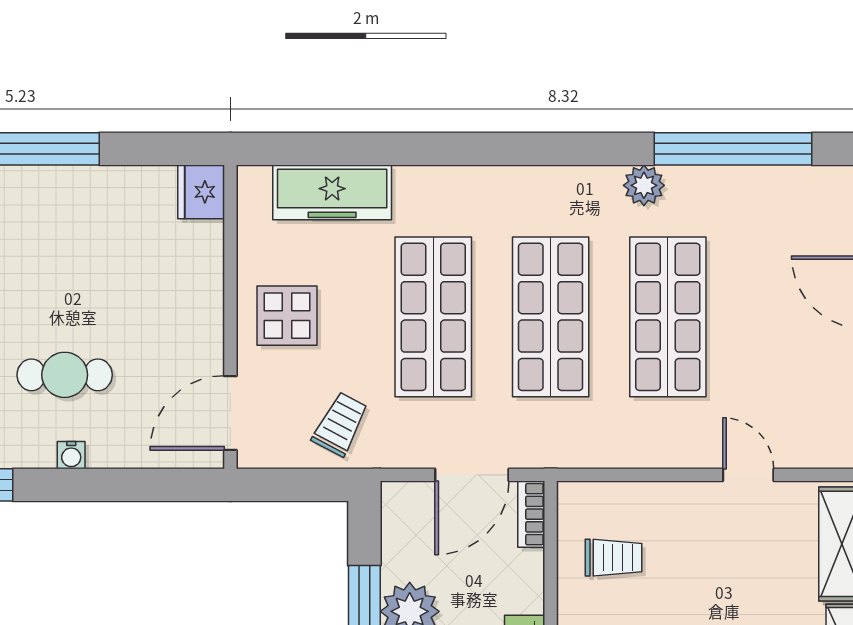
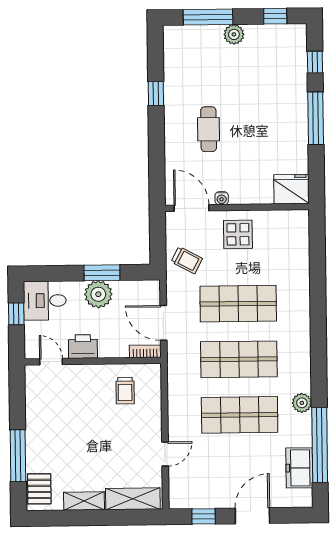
fridge: (201, 192) -> (291, 189), width x1.36, depth x1.34
freezer: (332, 192) -> (299, 468), moved, width x0.71
water cooler: (71, 455) -> (222, 198), moved, turned -90

